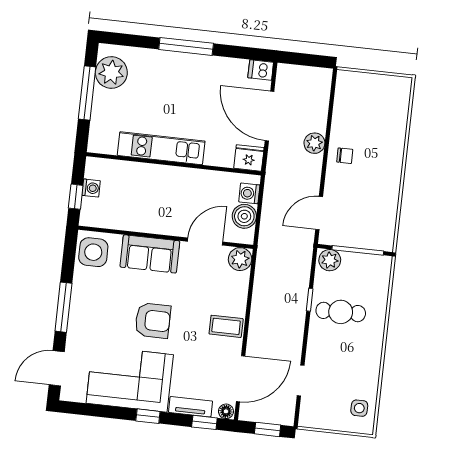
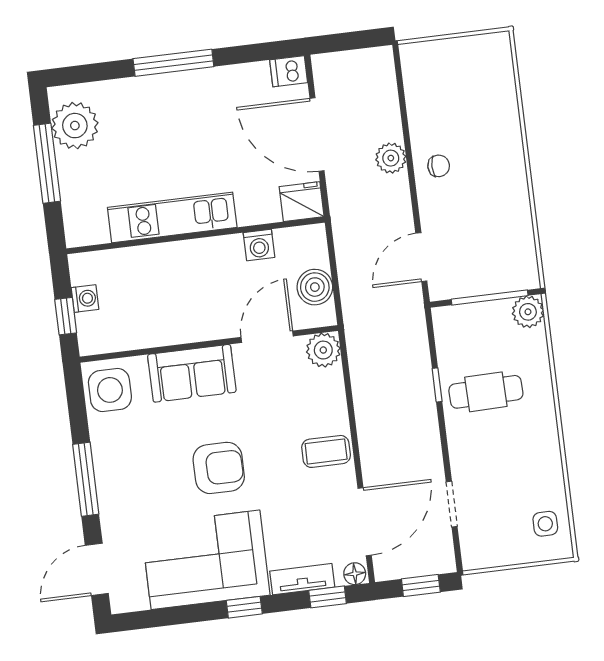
washing machine: (249, 193) -> (259, 245), moved, turned -90
plant: (330, 260) -> (528, 312), moved

